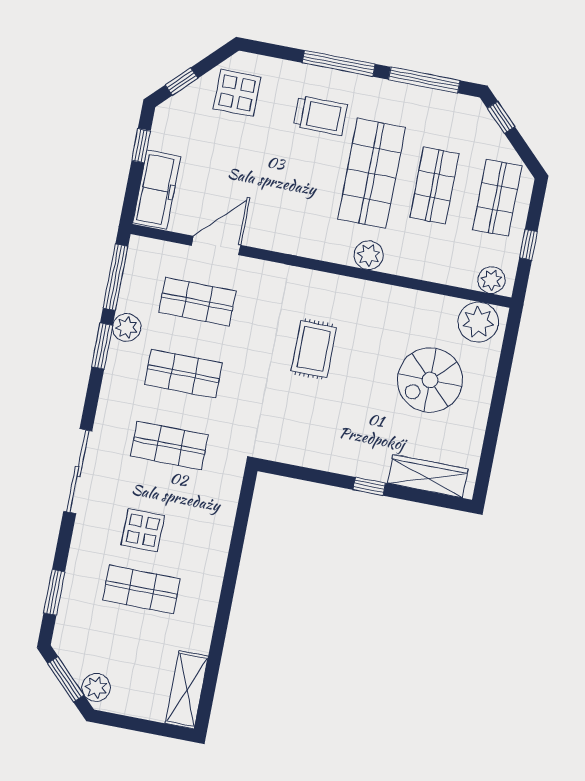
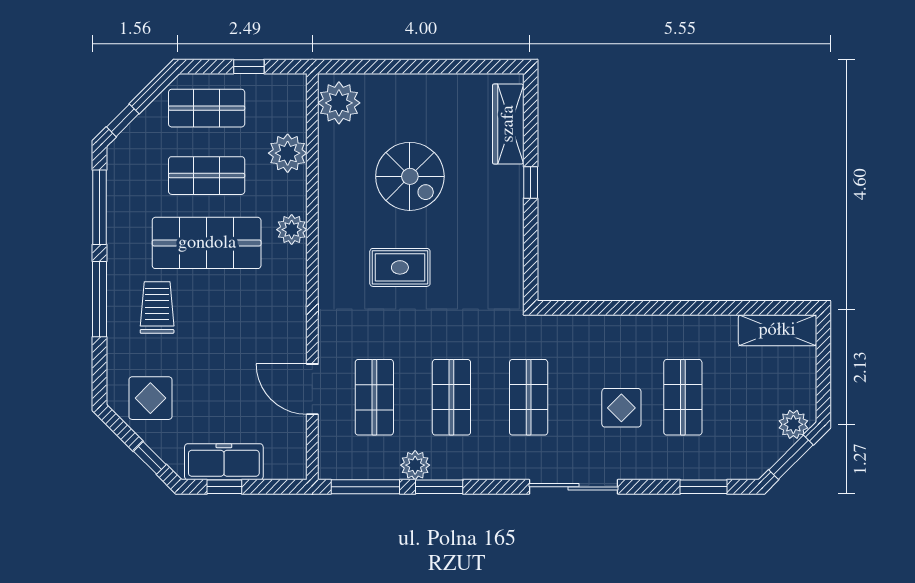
freezer: (157, 190) -> (224, 462), moved
plant: (491, 280) -> (288, 153), moved, width x1.36, depth x1.36
spiral stairs: (430, 380) -> (410, 176), moved

